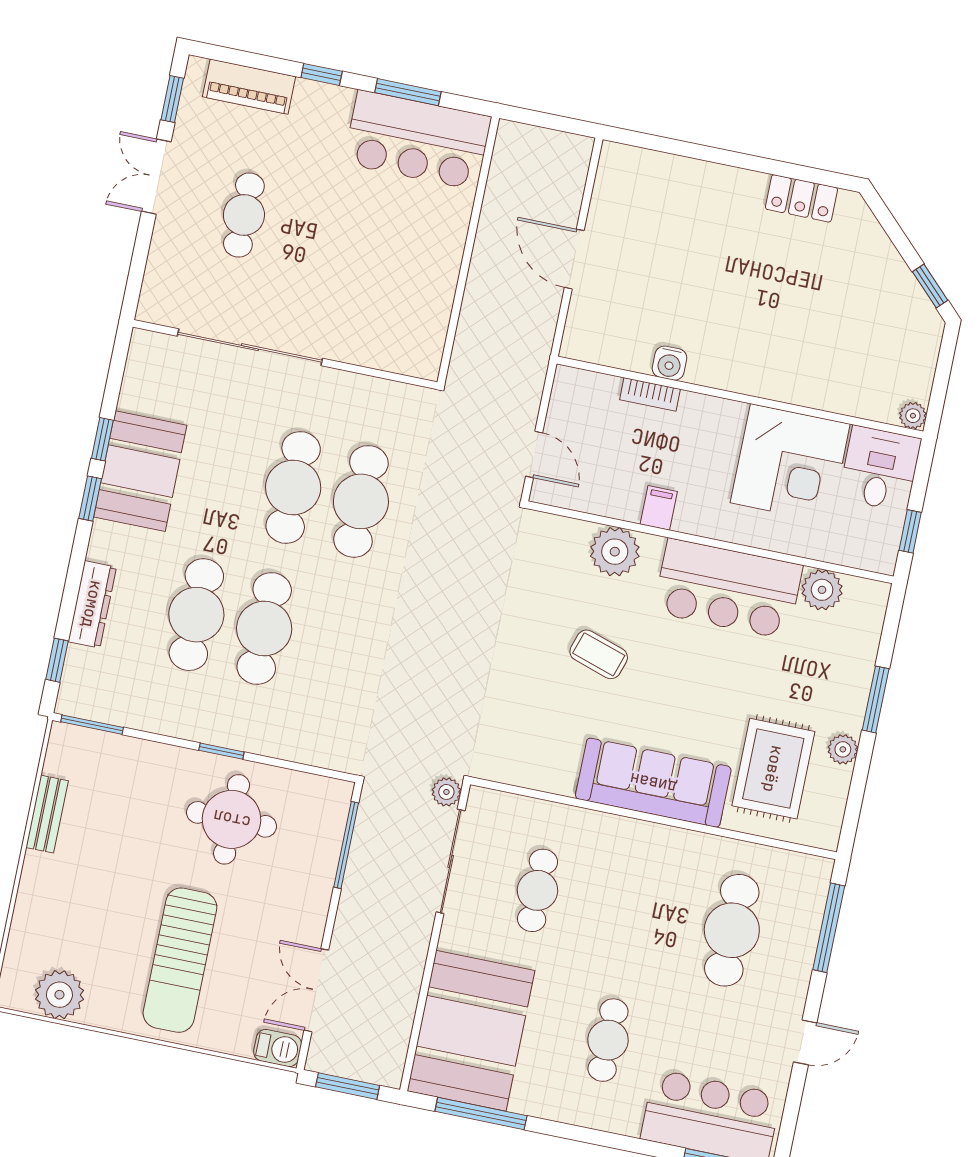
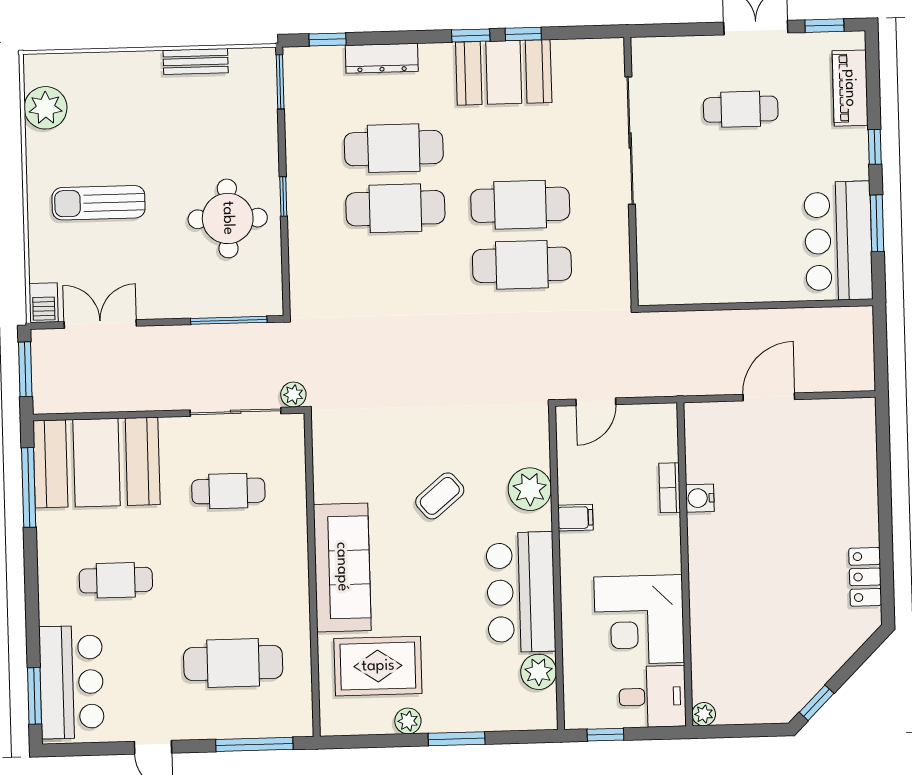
coffee table: (599, 654) -> (440, 496), turned 32
sun lounger: (180, 960) -> (99, 203), width x0.73, depth x0.75

